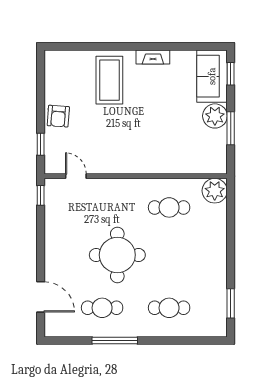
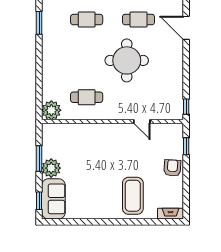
fireplace: (153, 57) -> (170, 214), moved
door: (76, 176) -> (142, 121), moved

